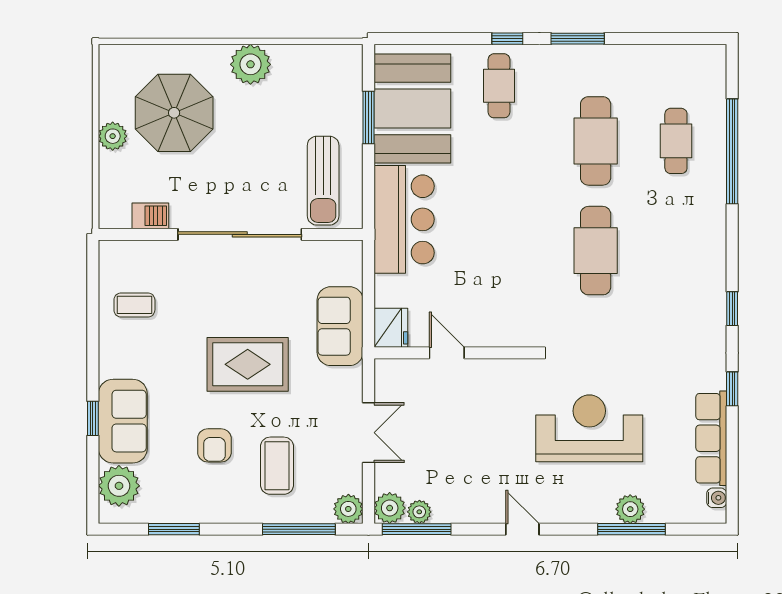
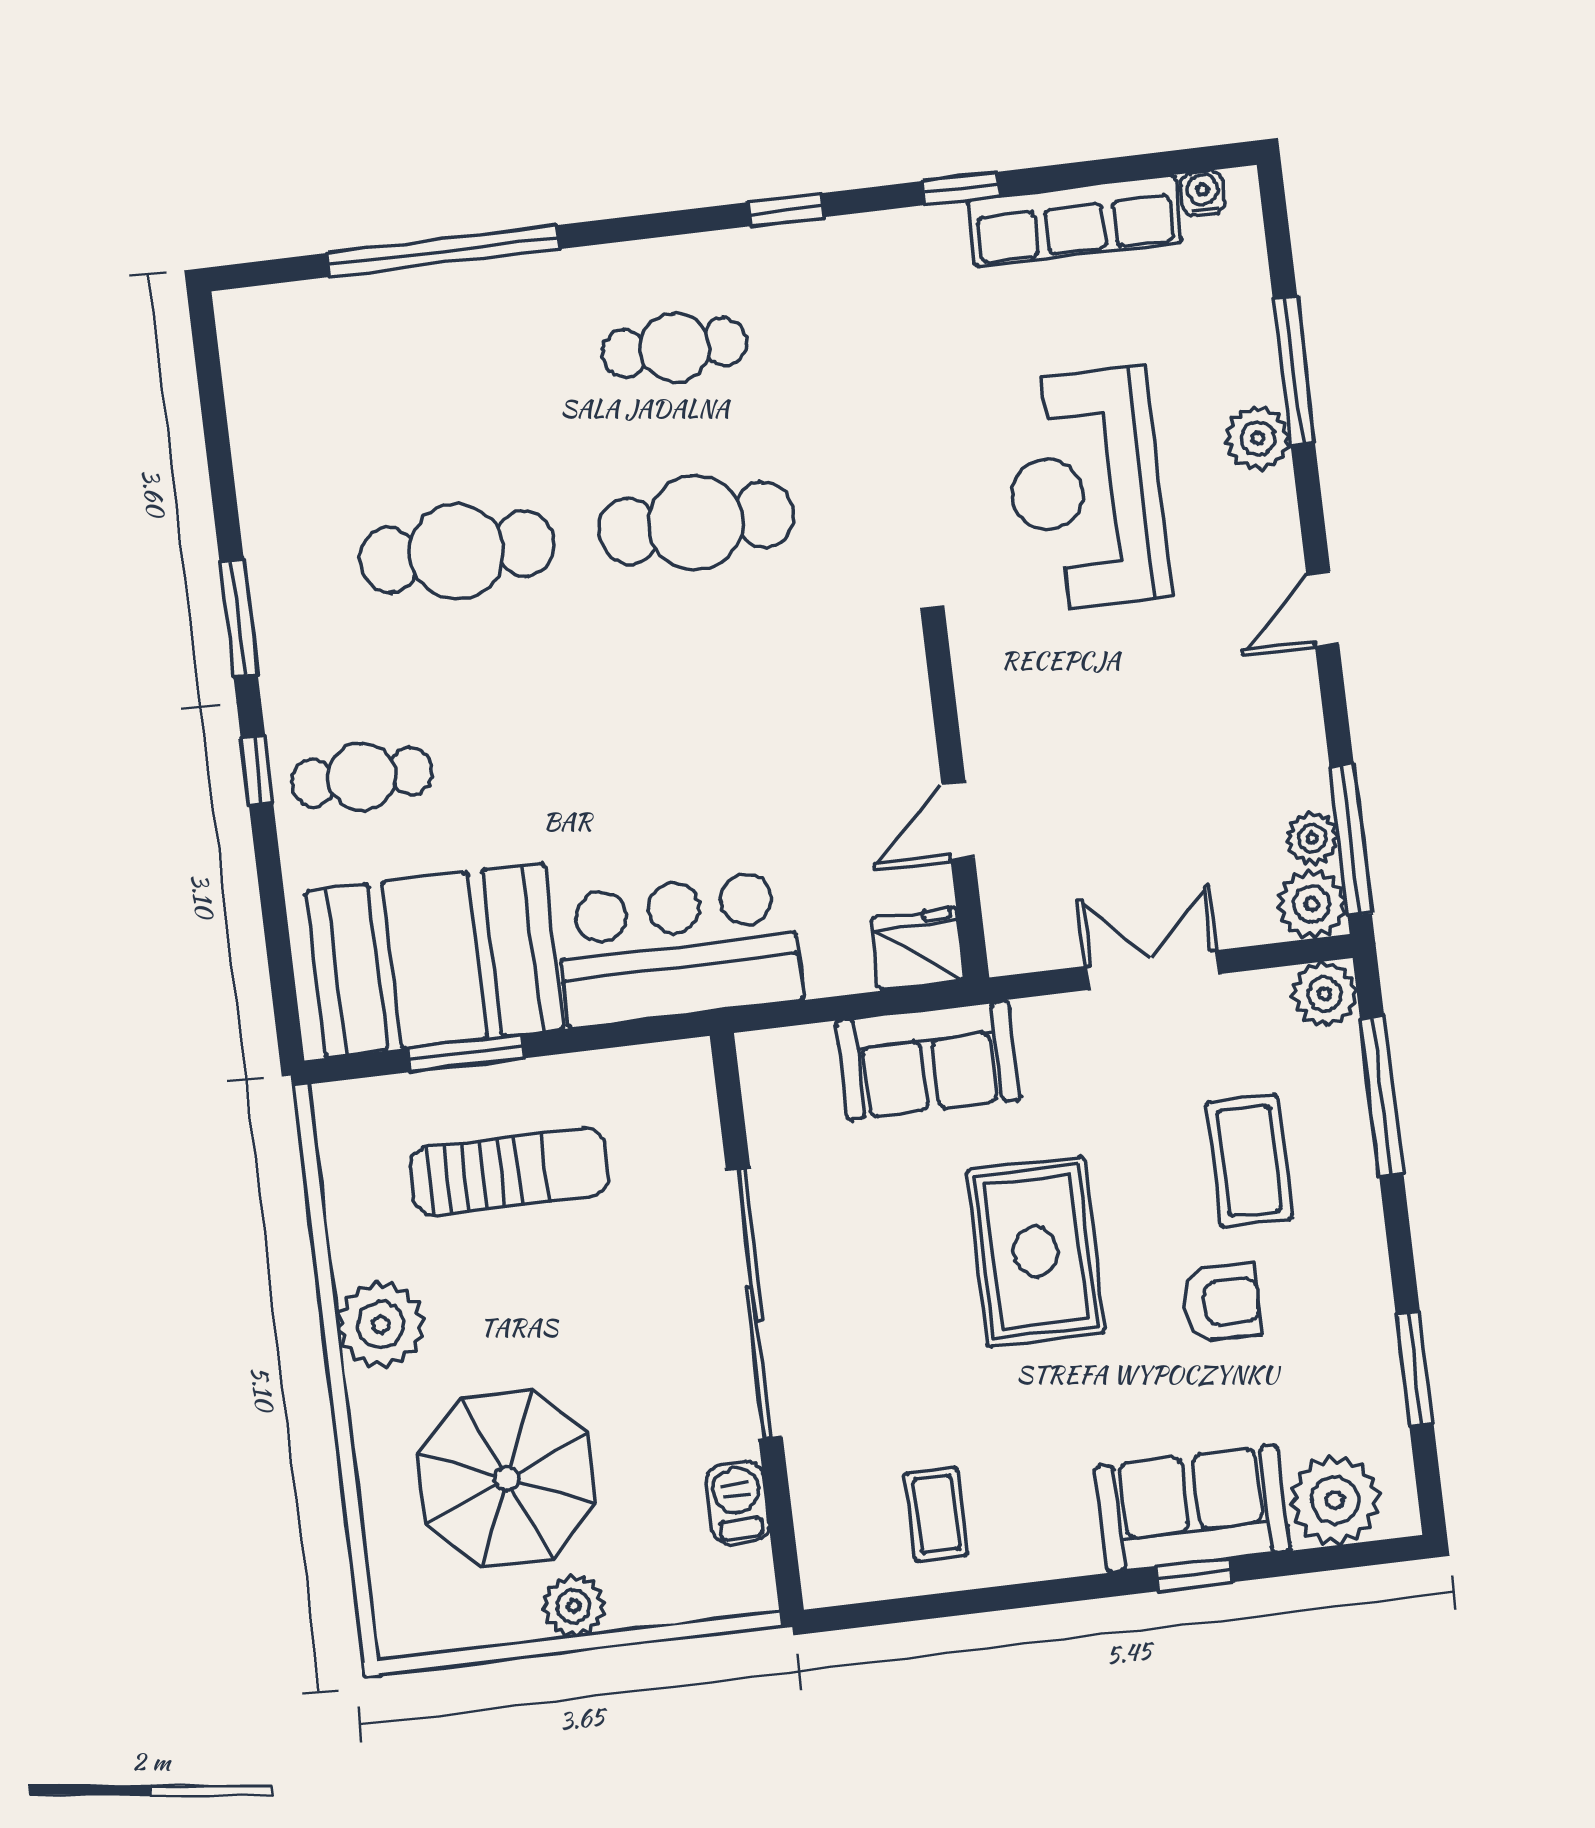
cafe table: (676, 141) -> (675, 348), moved
sun lounger: (323, 181) -> (509, 1172), moved
coffee table: (277, 466) -> (1249, 1161), turned 90
plant: (630, 509) -> (1258, 438), moved

